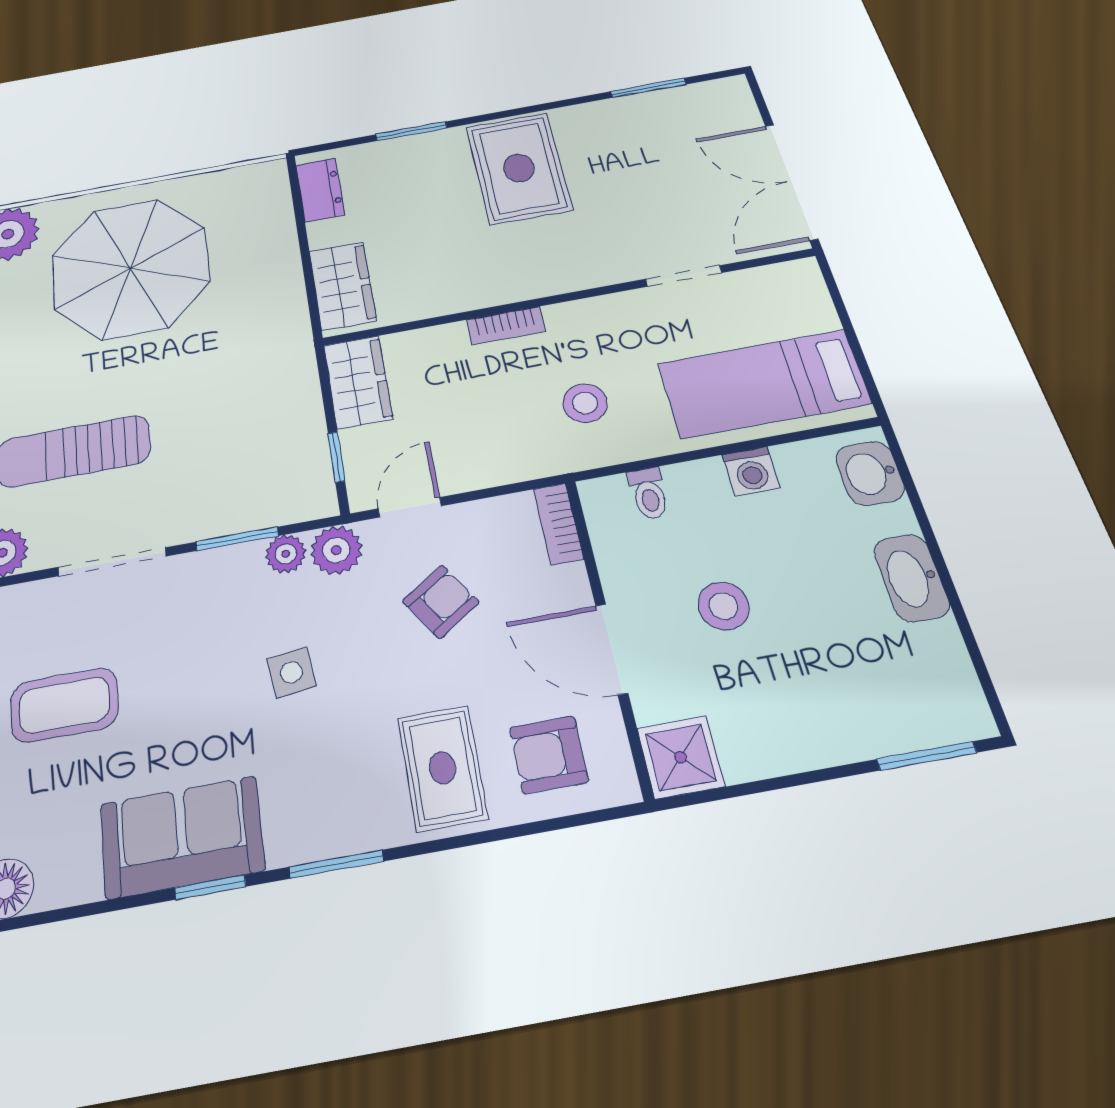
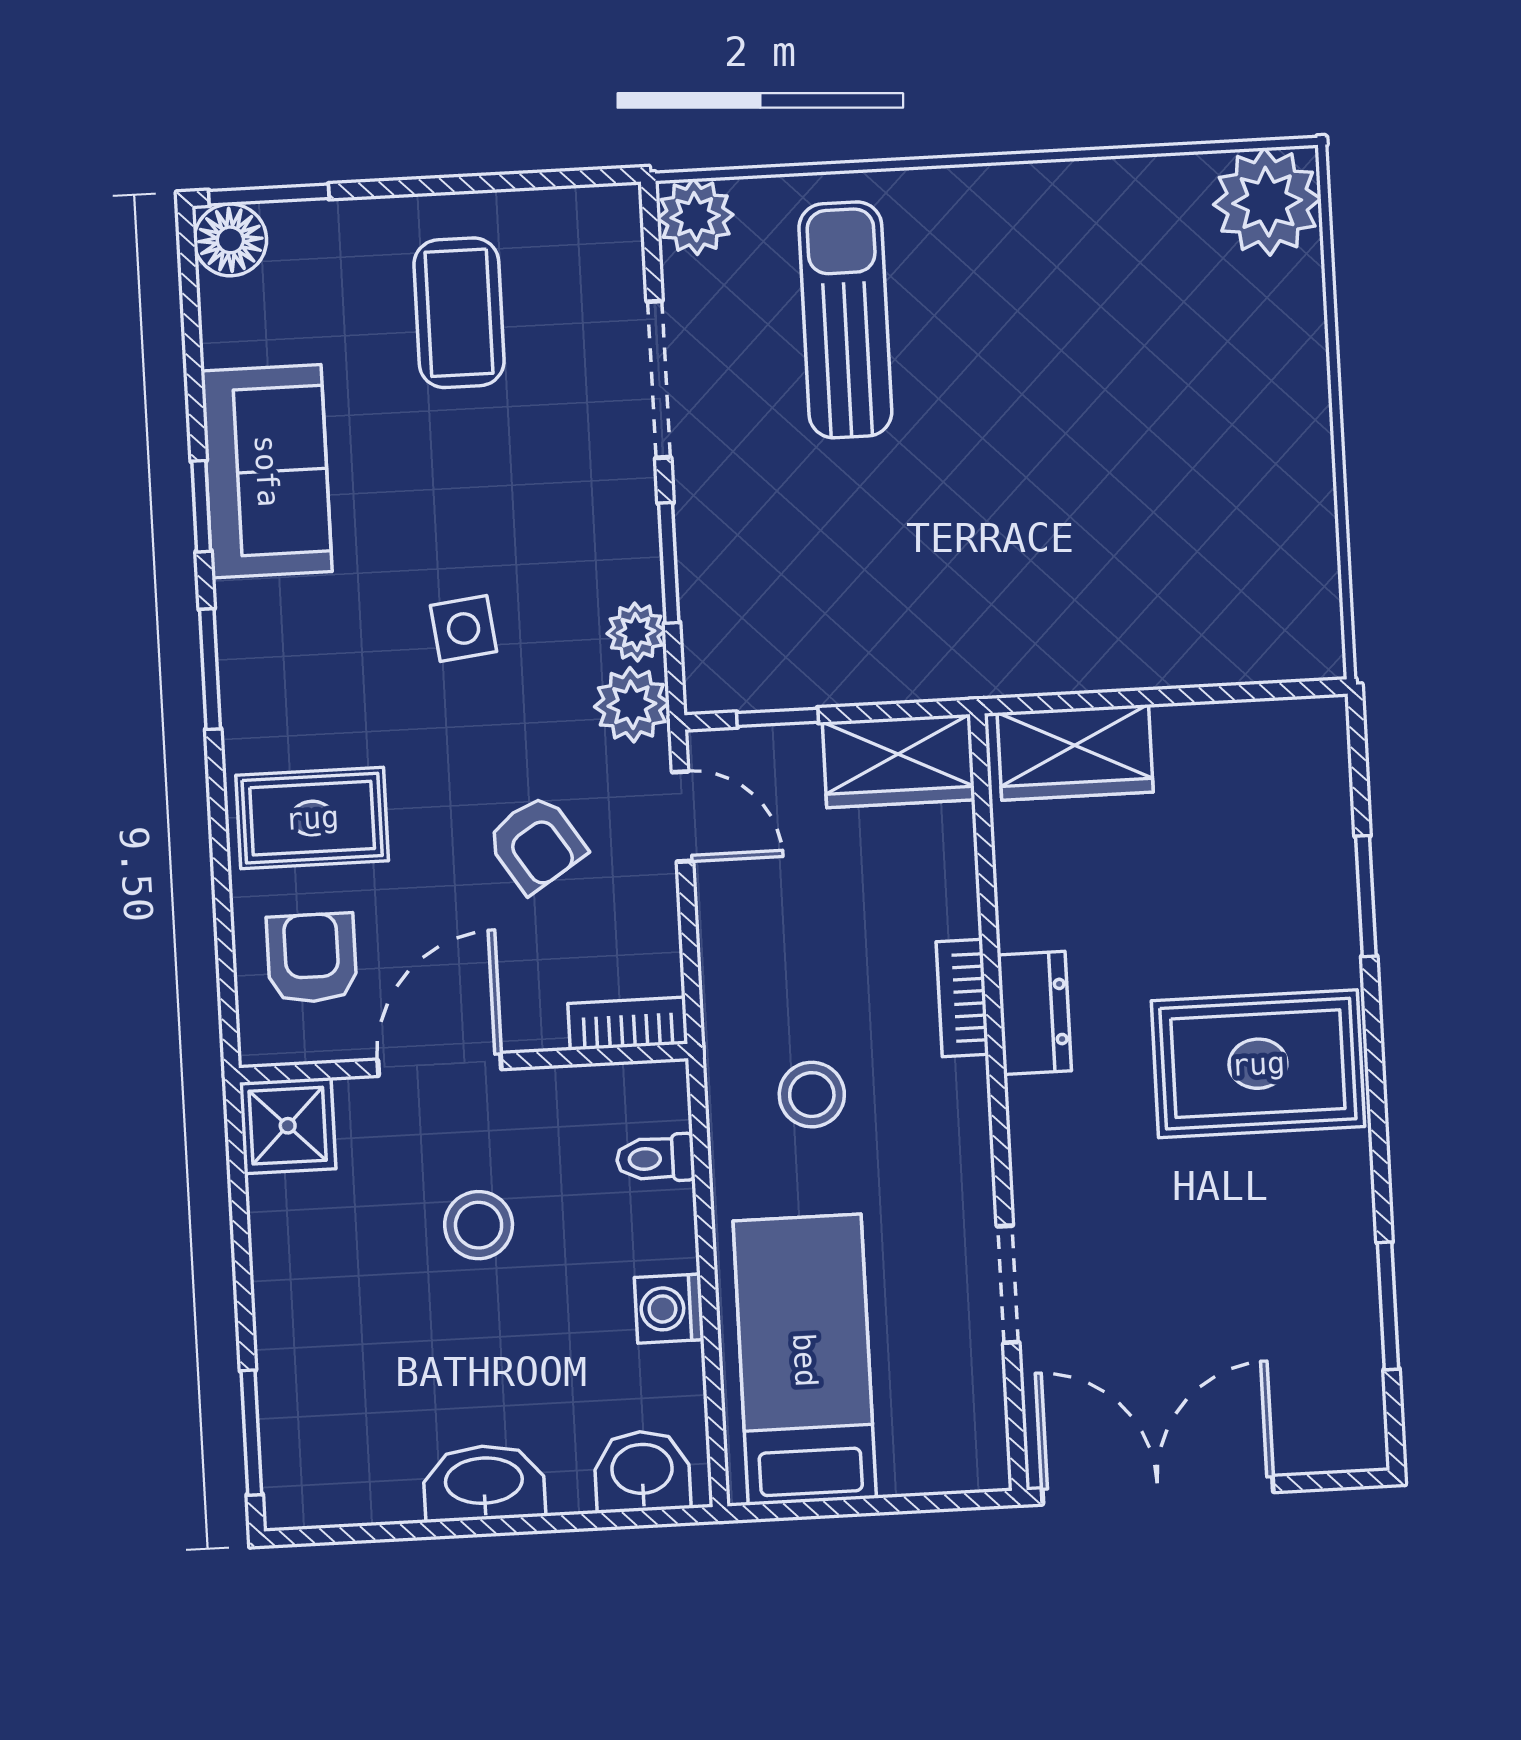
dresser: (320, 190) -> (1034, 1013), moved, turned -90
parasol: (131, 268) -> (1165, 410), removed

